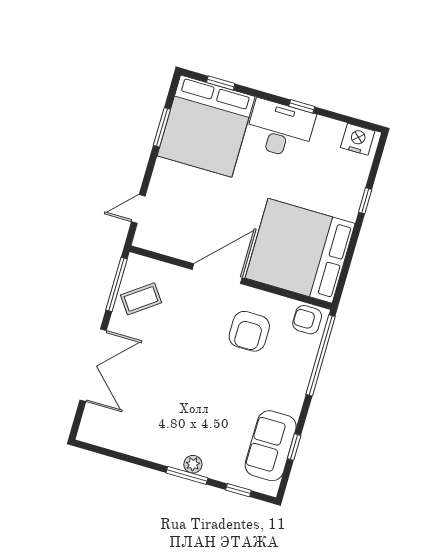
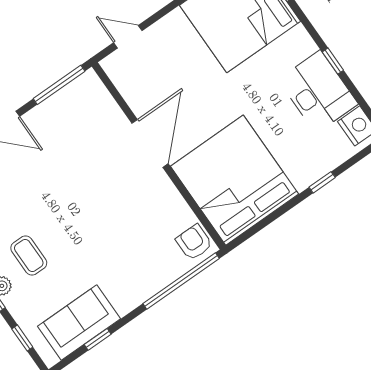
desk: (280, 129) -> (318, 92), moved
door: (217, 274) -> (150, 143), hinge flipped
coffee table: (141, 299) -> (29, 256), moved, turned 36
armchair: (249, 331) -> (138, 213), removed

